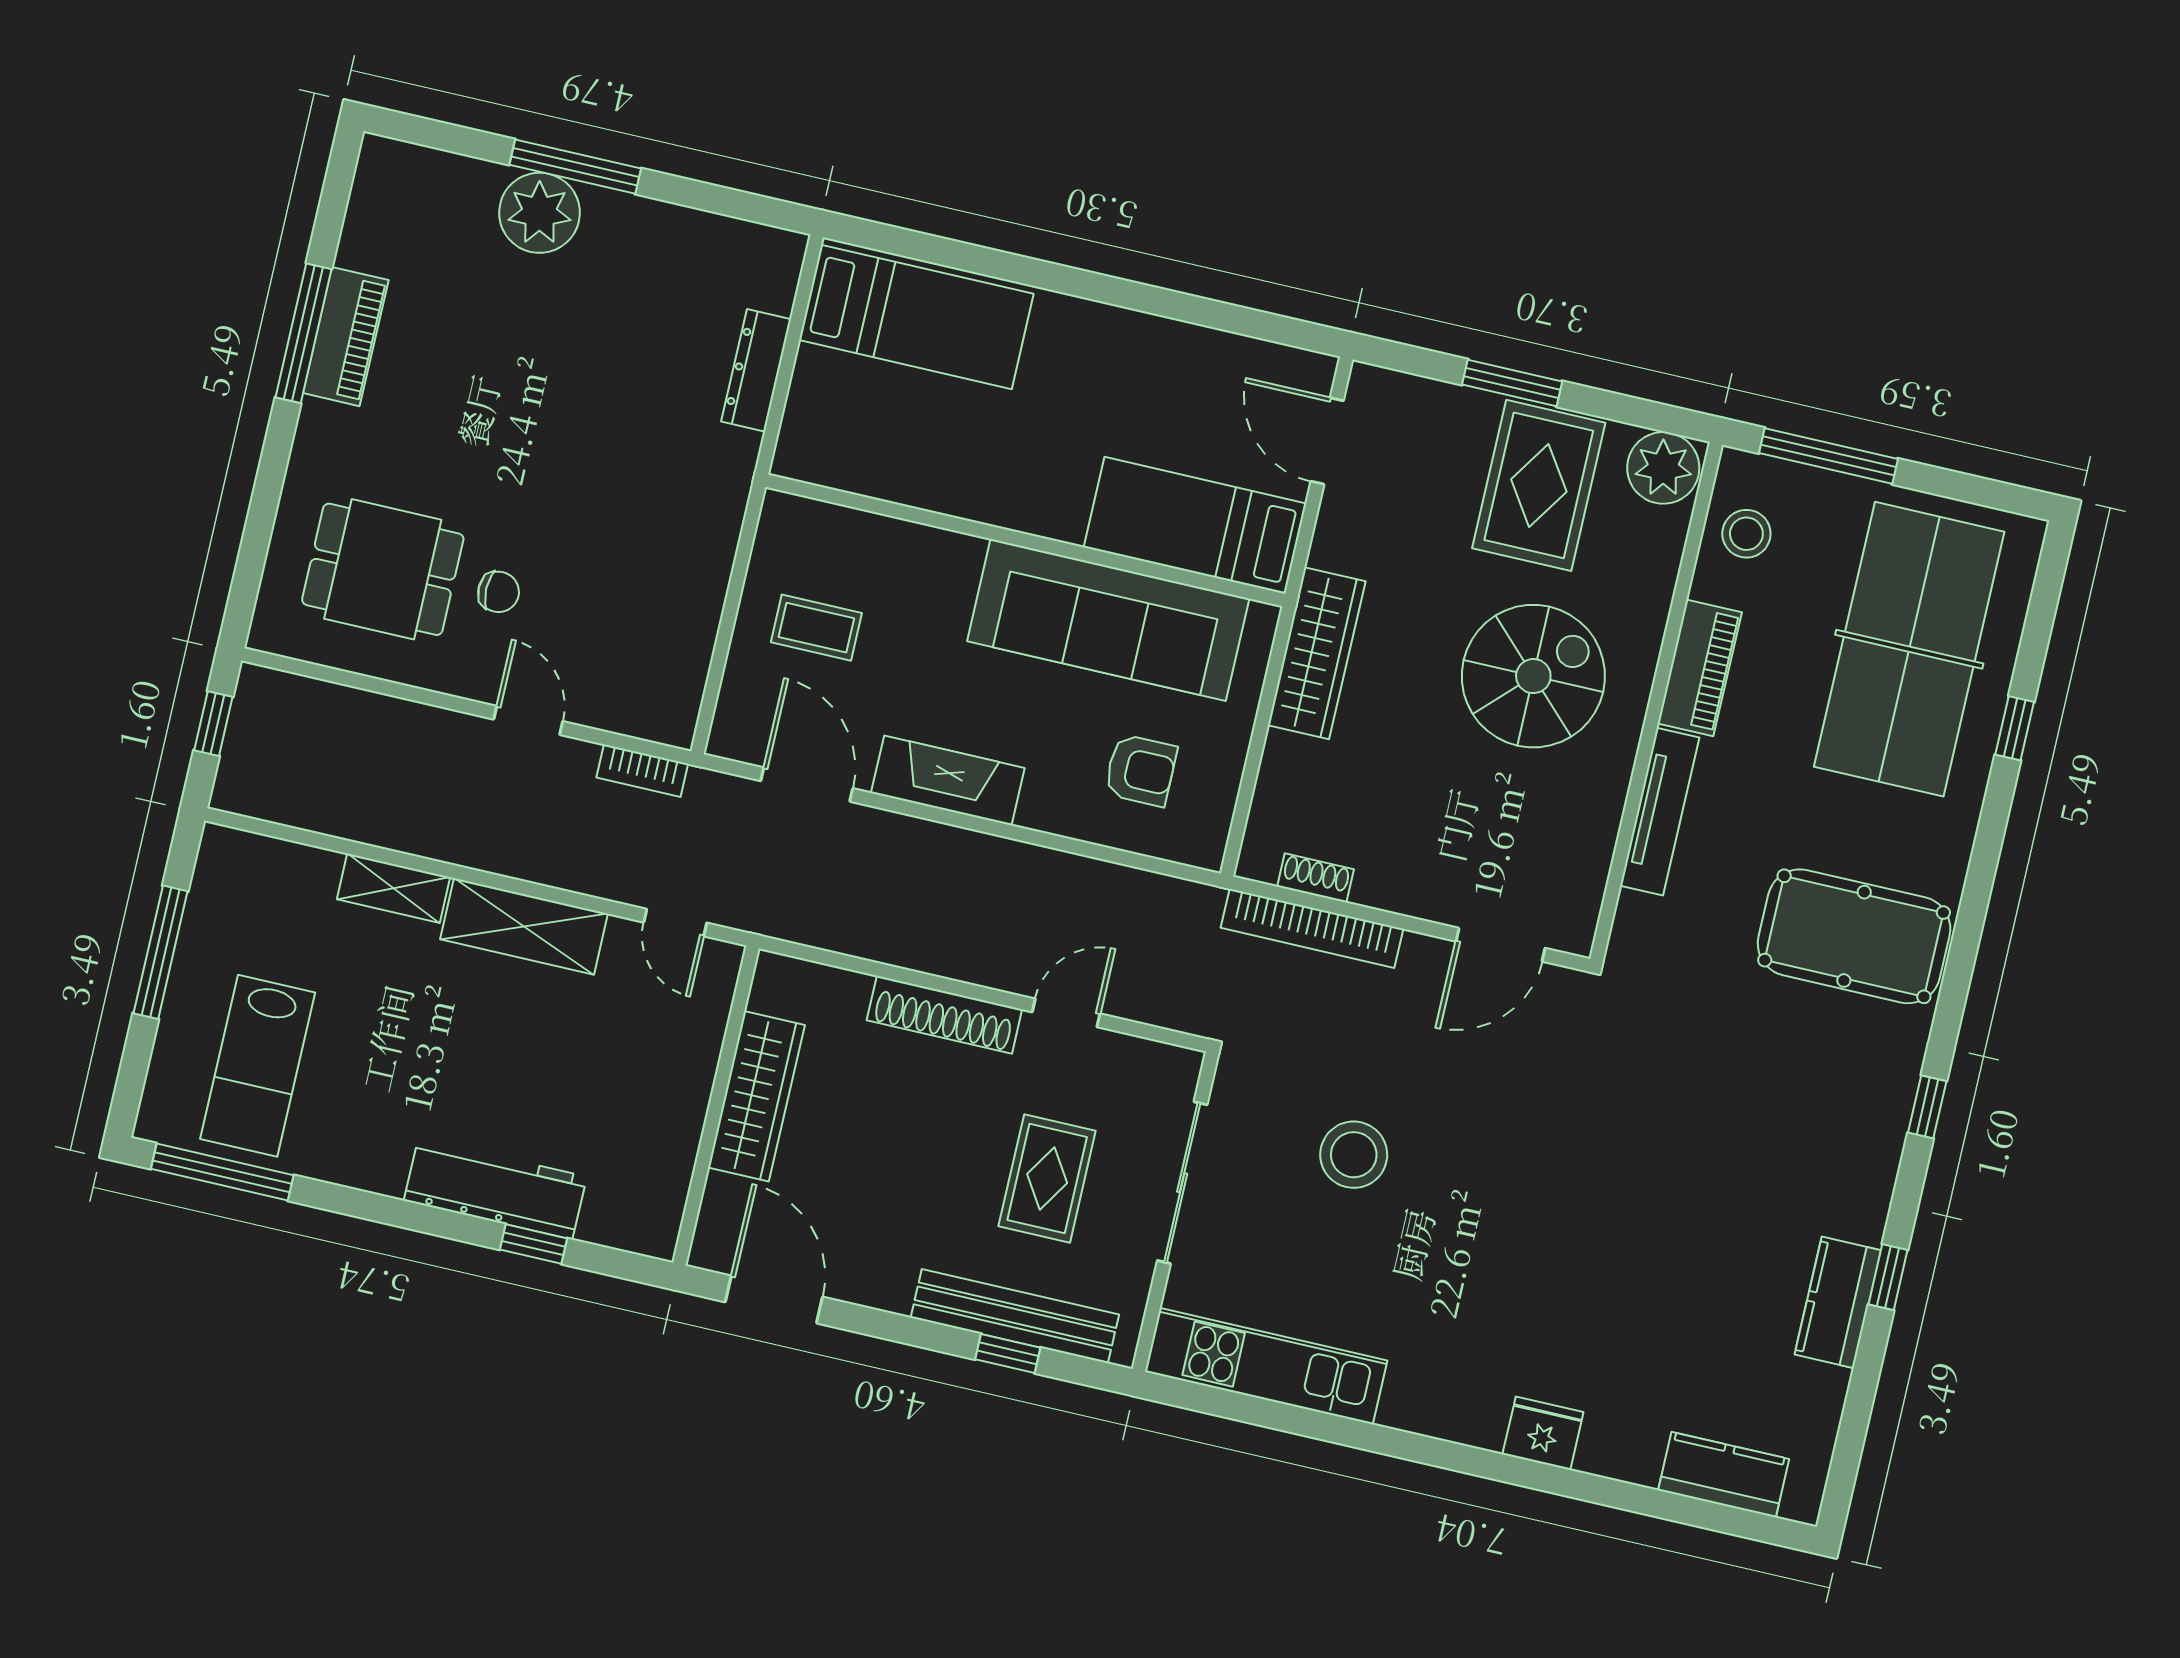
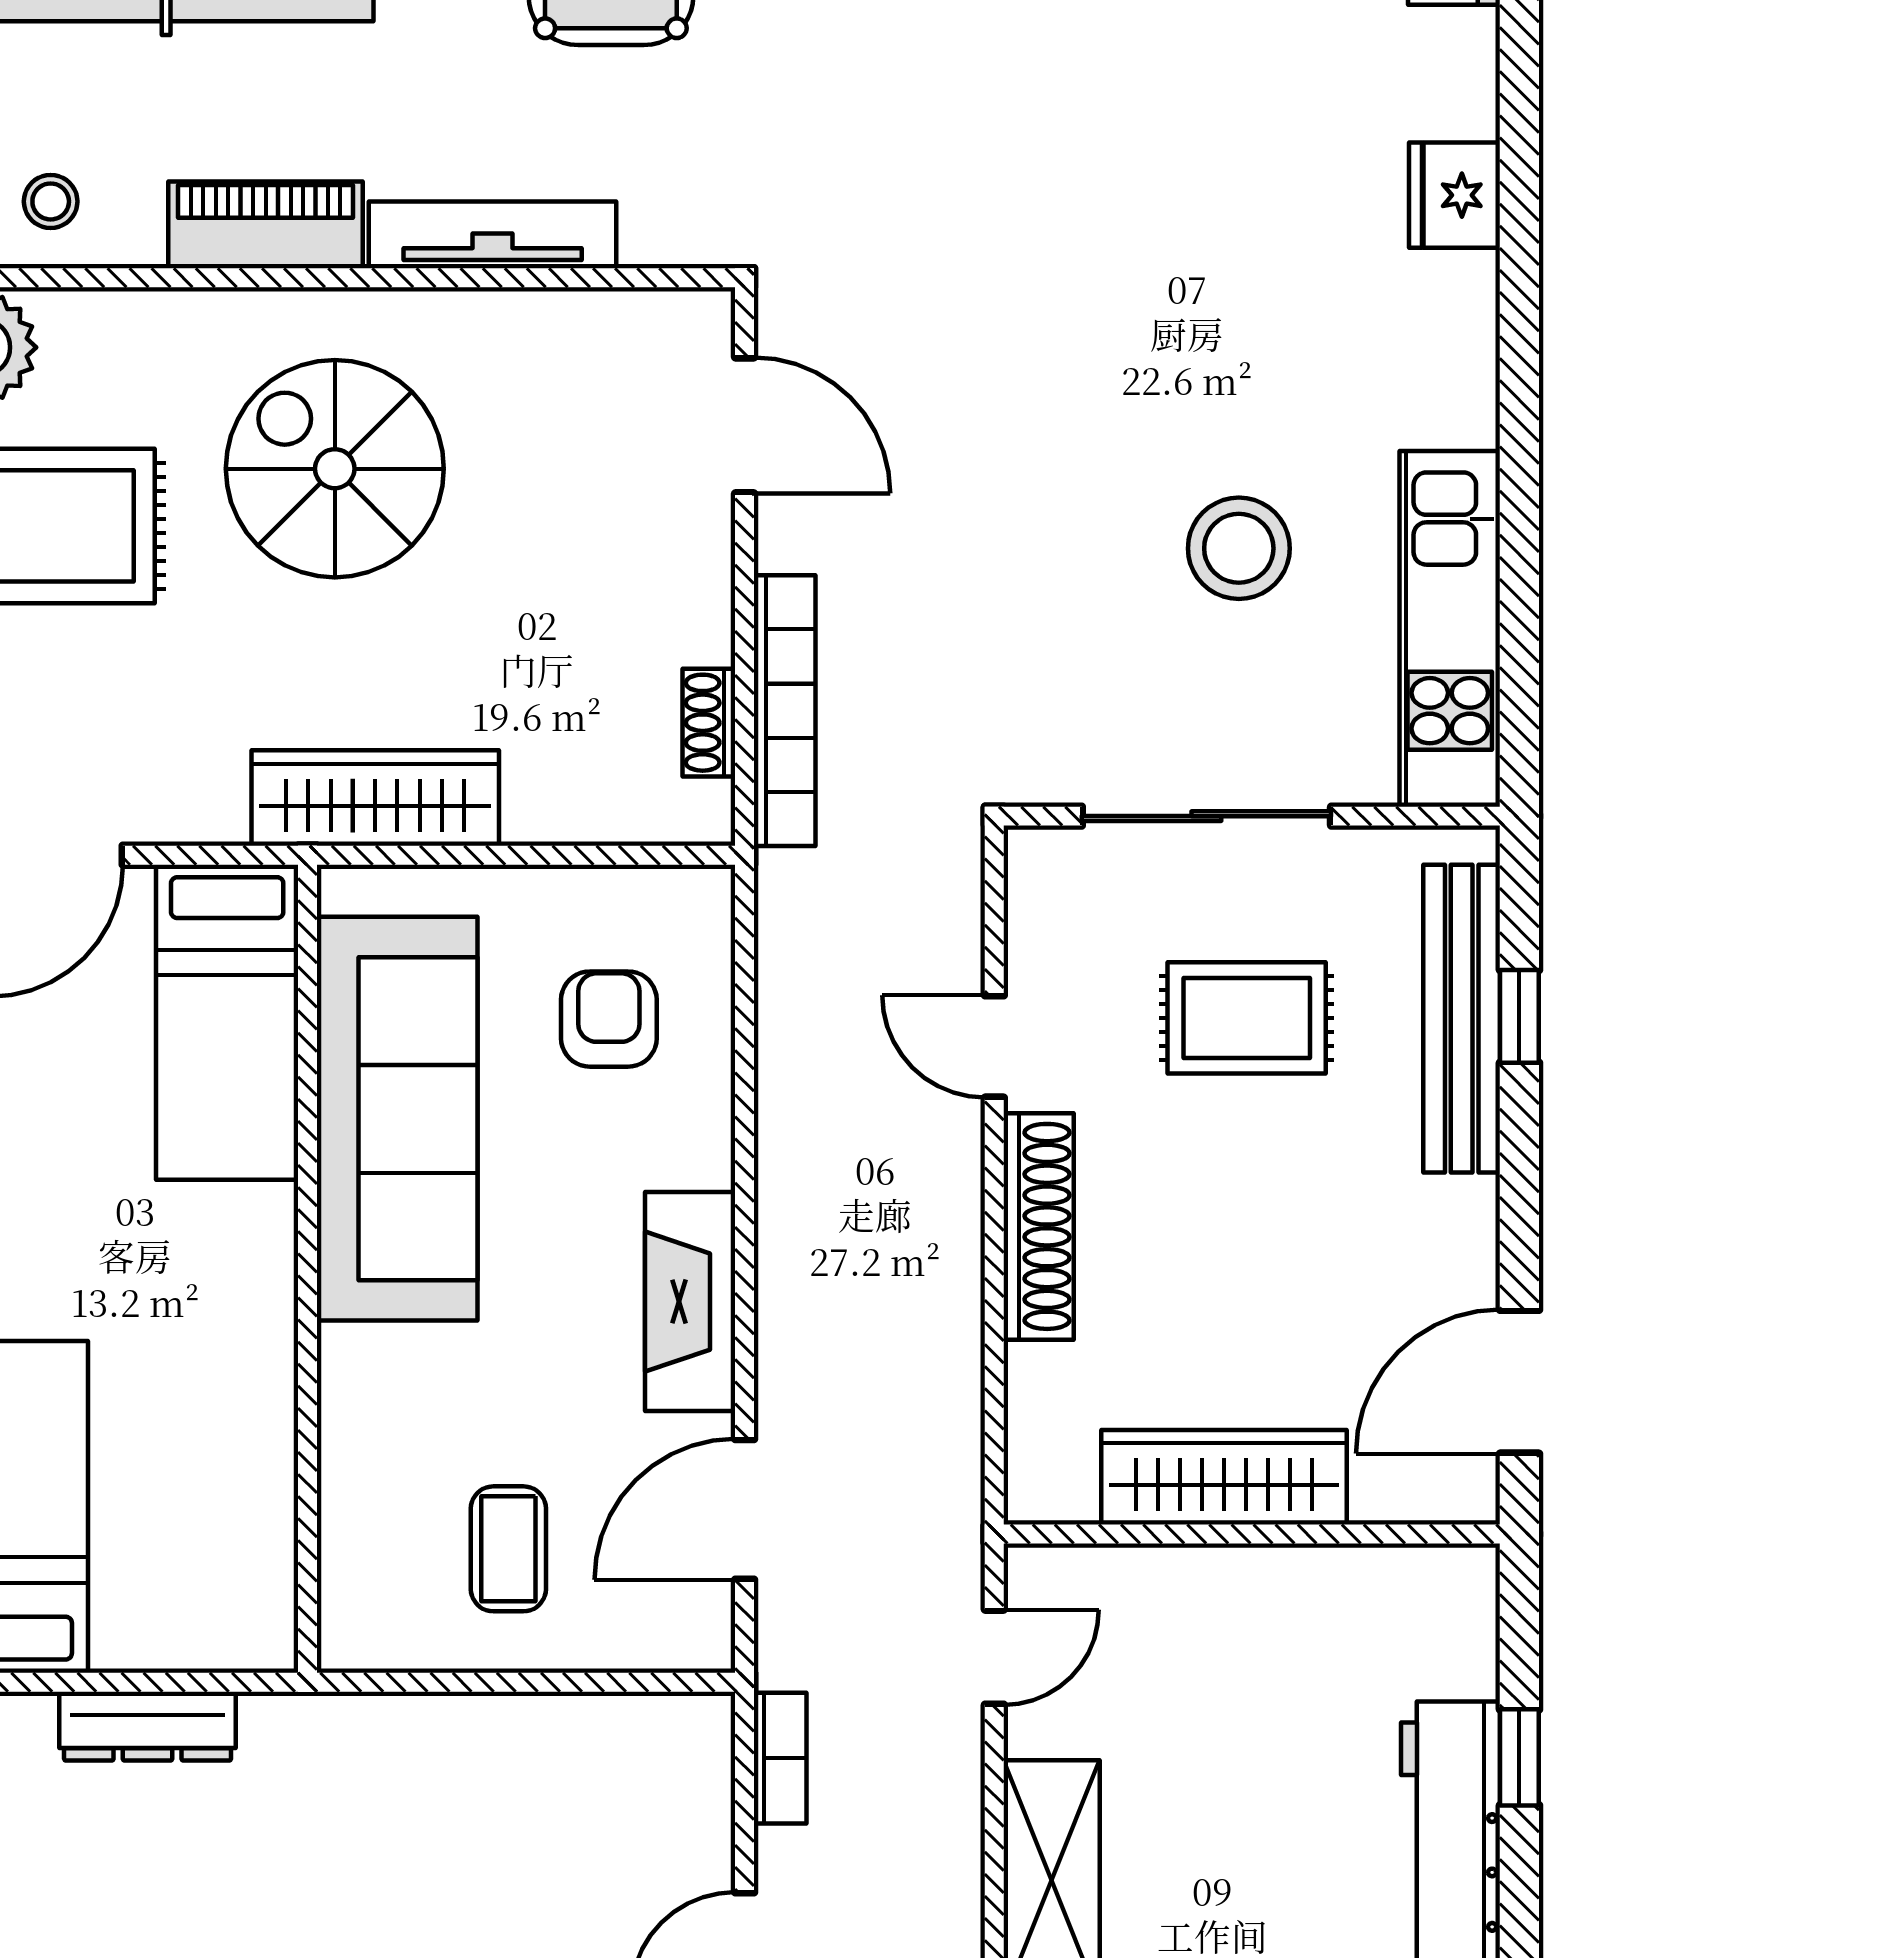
stool: (1746, 534) -> (51, 201), width x0.73, depth x0.73
stool: (1354, 1155) -> (1239, 548), moved

